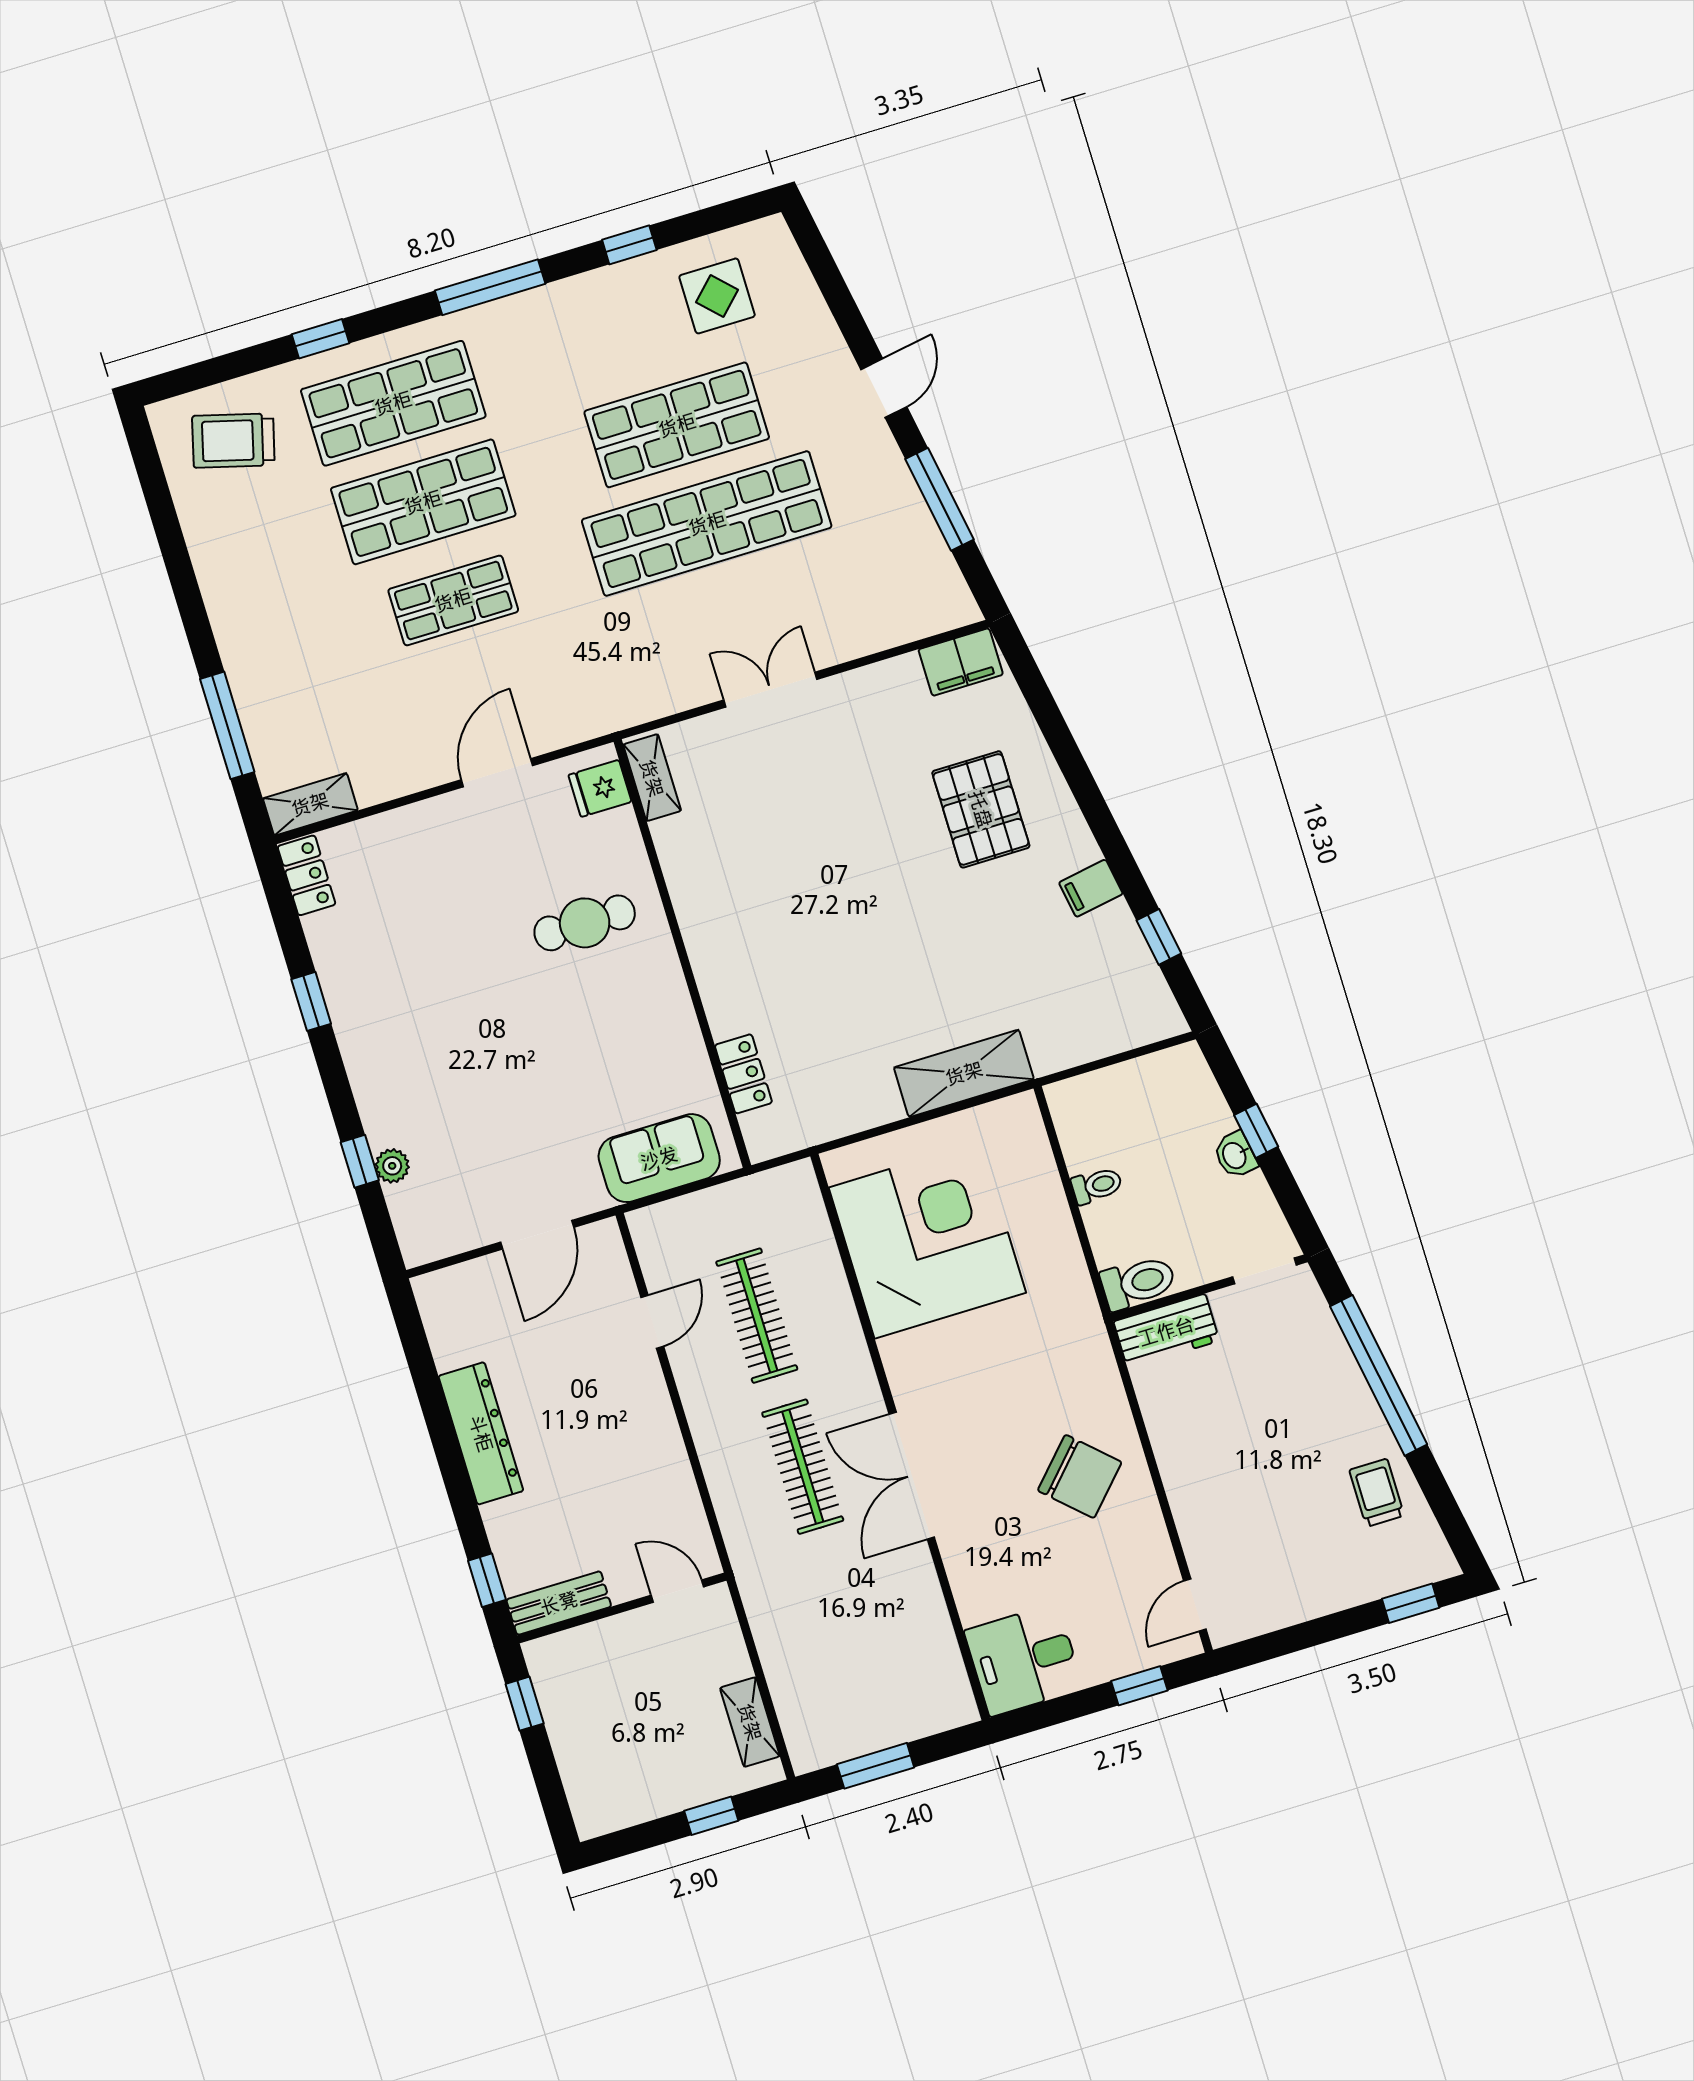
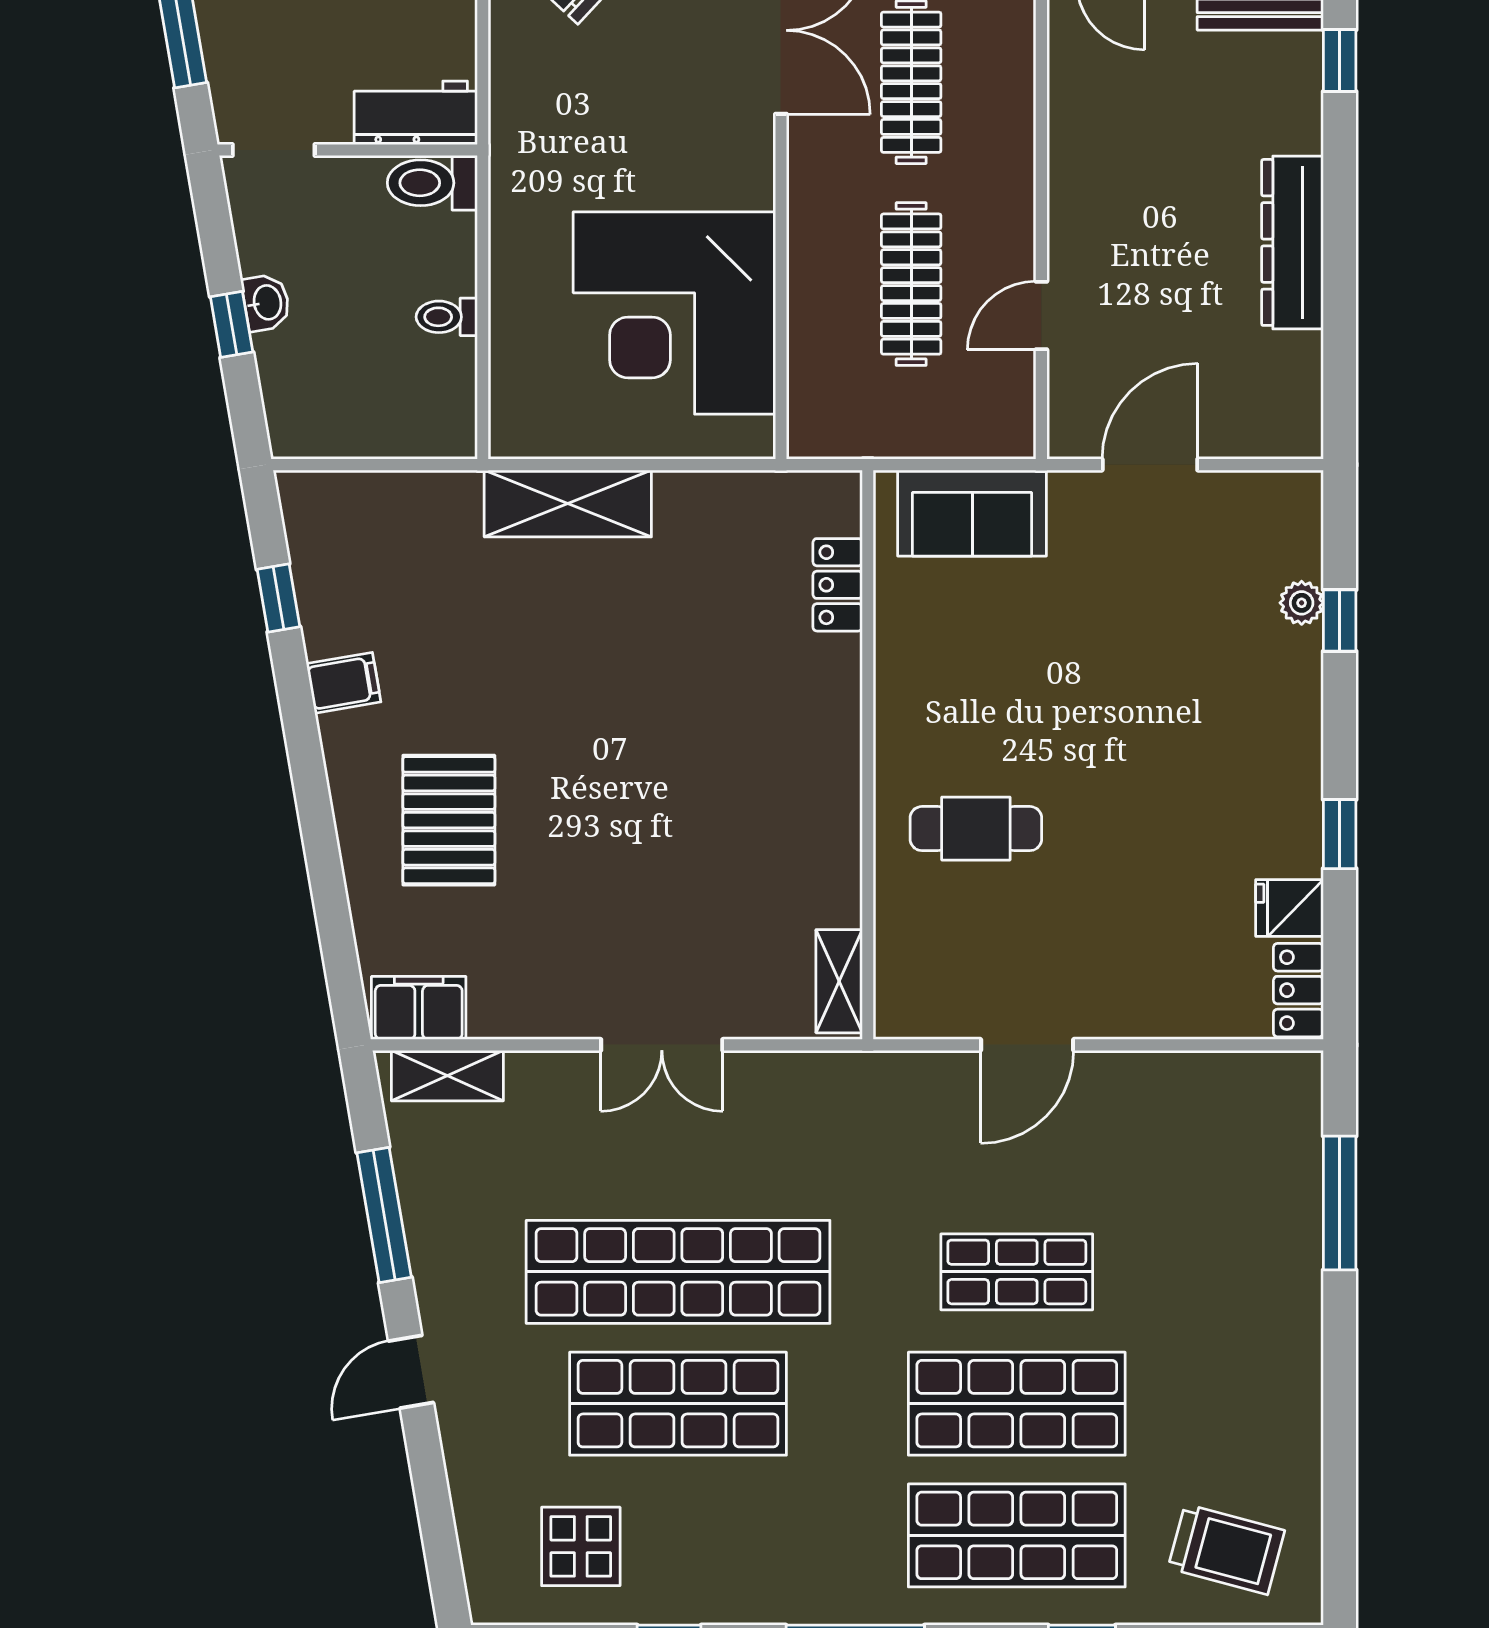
fridge: (600, 788) -> (1290, 908), moved, turned 180
shelving: (310, 804) -> (447, 1076), moved

